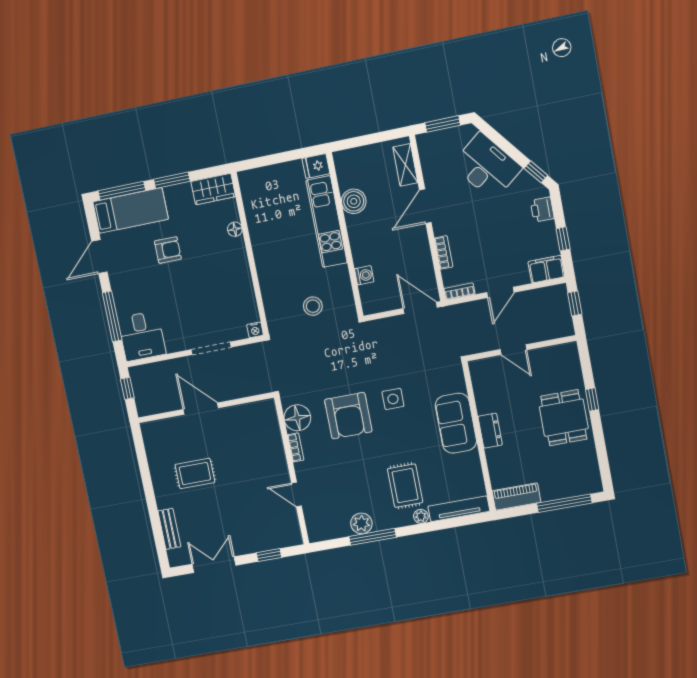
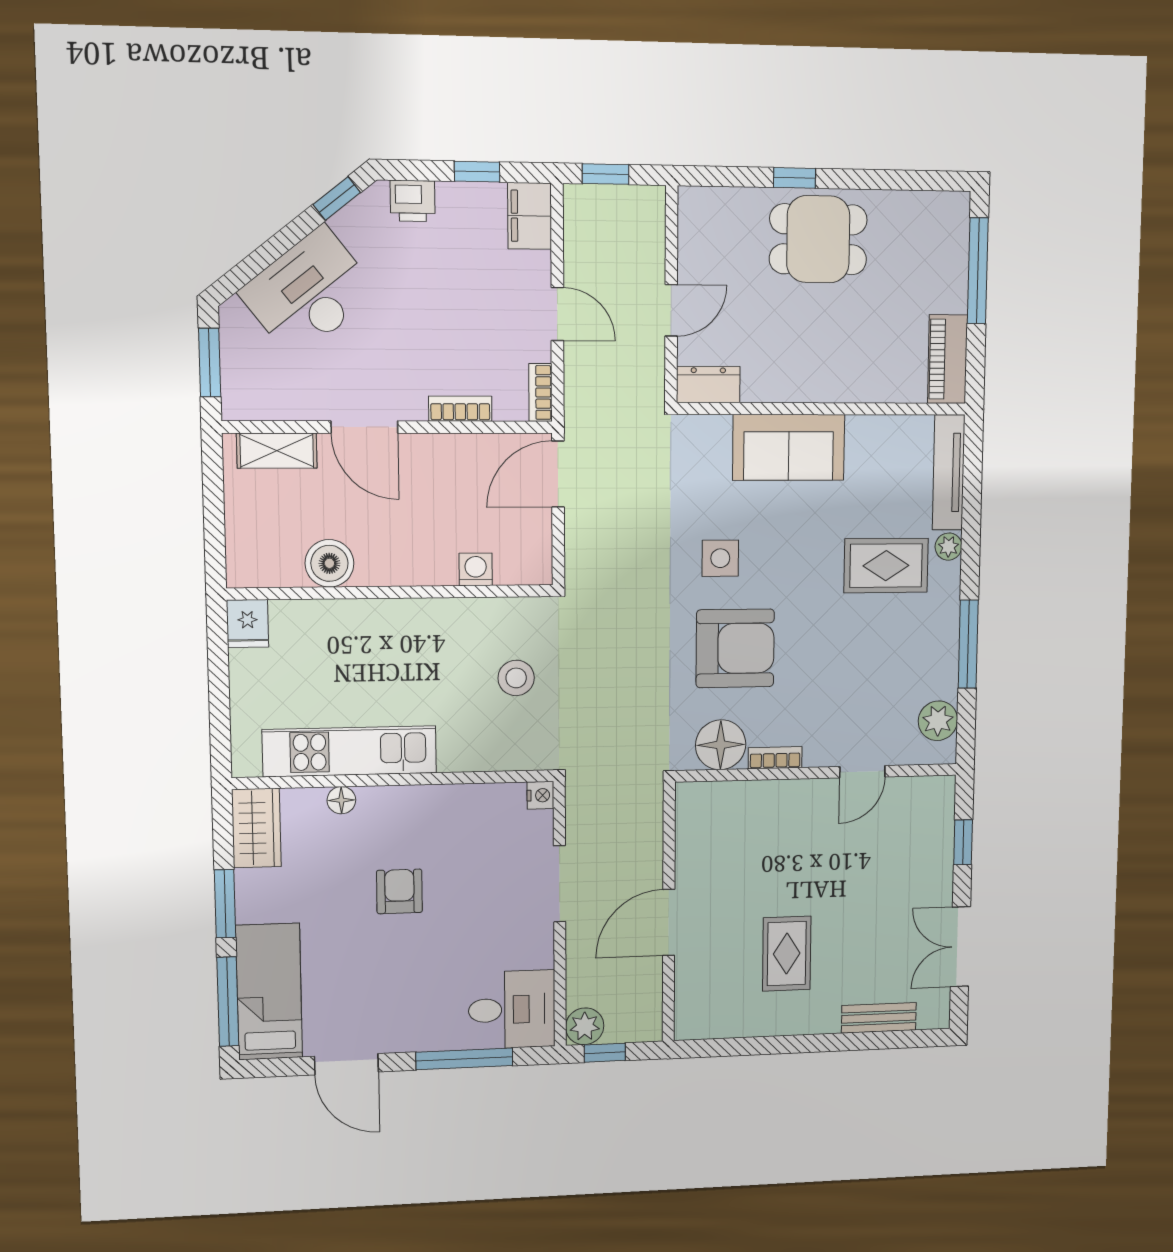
kitchen unit: (327, 222) -> (350, 751), moved, turned 180
armchair: (168, 250) -> (399, 891), moved
plant: (139, 375) -> (585, 1026), added
dresser: (490, 431) -> (708, 385), moved
plant: (361, 523) -> (938, 721), moved

